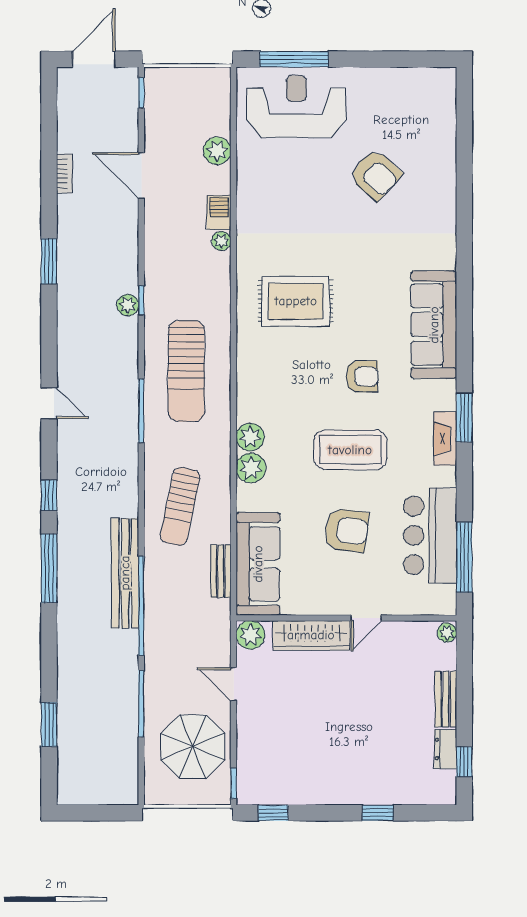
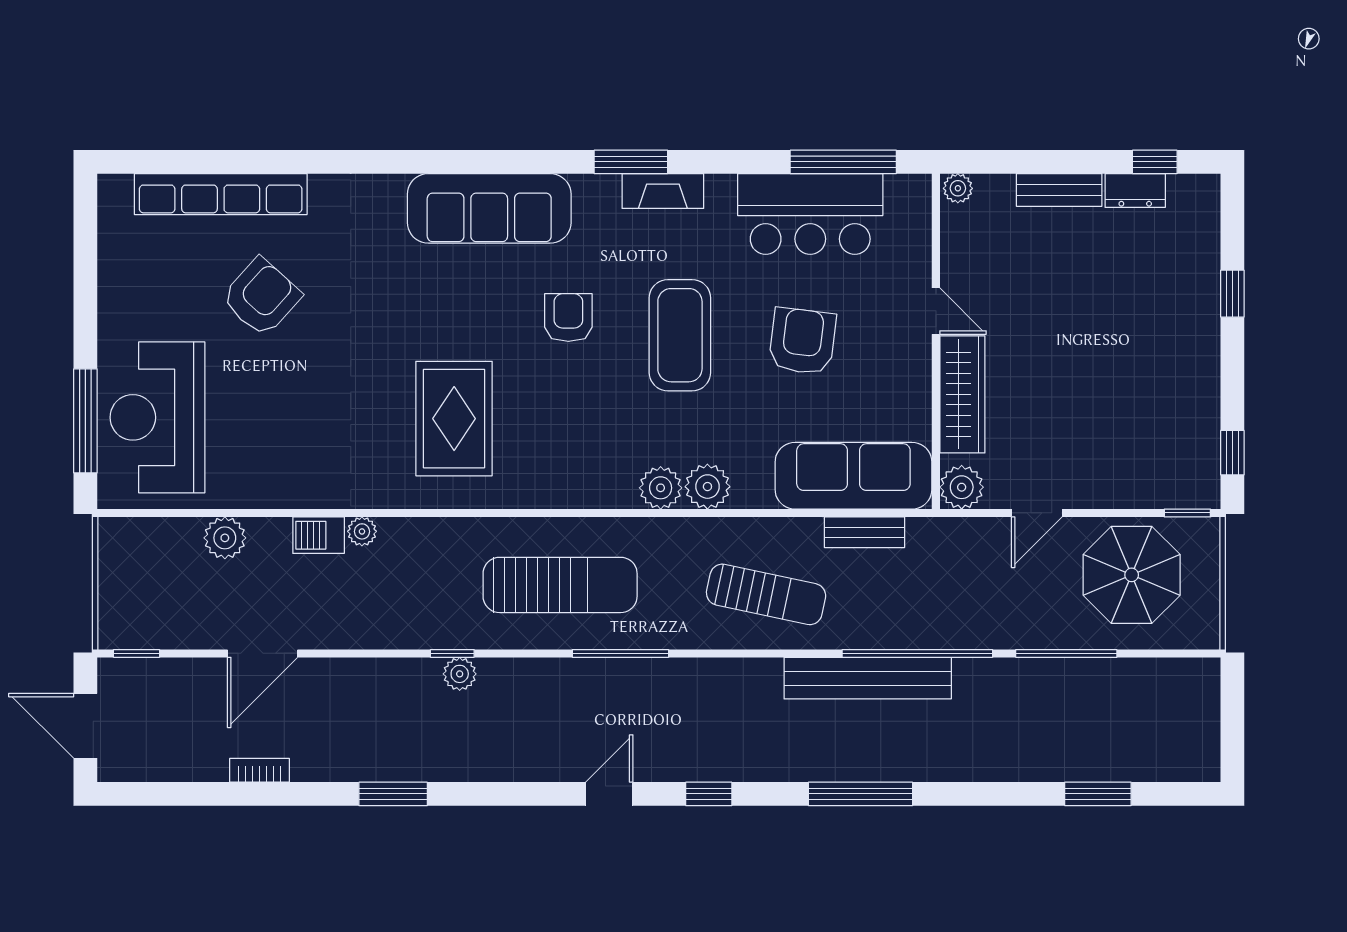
row of seats: (443, 148) -> (221, 194), added
window: (49, 495) -> (709, 794), moved

